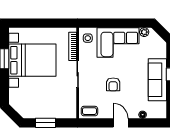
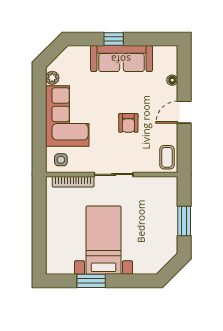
bed with nightstands: (32, 60) -> (104, 240), width x0.73
armchair: (113, 84) -> (128, 123), turned 90

